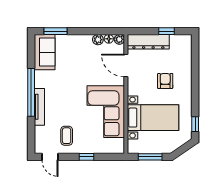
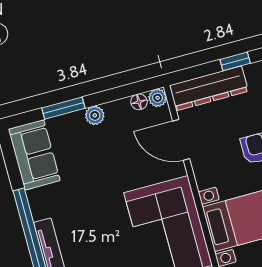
window: (55, 31) -> (63, 108), moved
plant: (98, 40) -> (95, 115), moved

